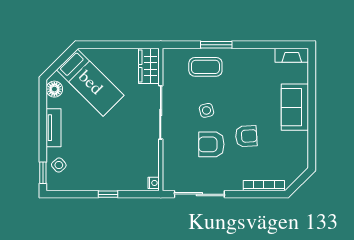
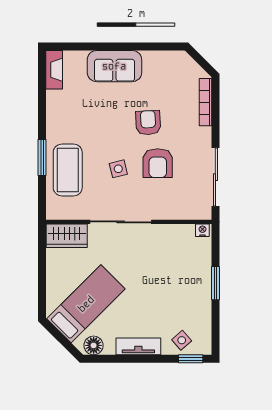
coffee table: (205, 67) -> (68, 170), width x1.36, depth x1.32
window: (108, 194) -> (215, 283), width x1.50

